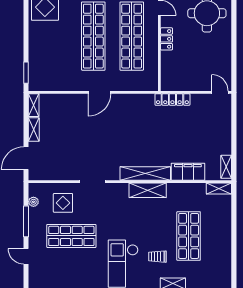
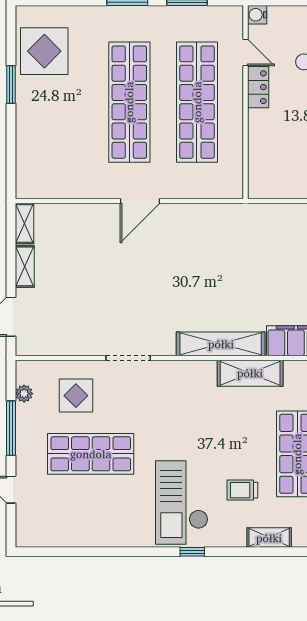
locker: (166, 39) -> (258, 87), moved
window: (26, 73) -> (11, 85), moved
locker: (172, 99) -> (269, 214), removed
shelving: (148, 190) -> (250, 373), moved

